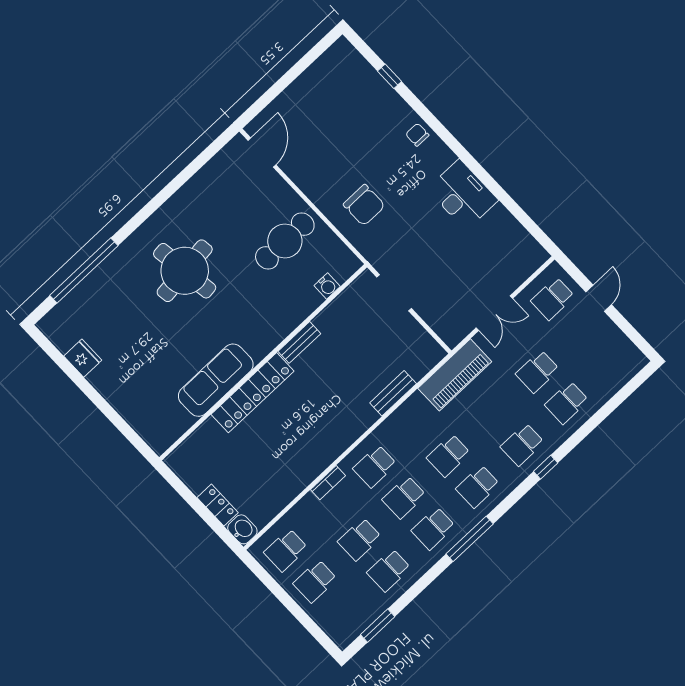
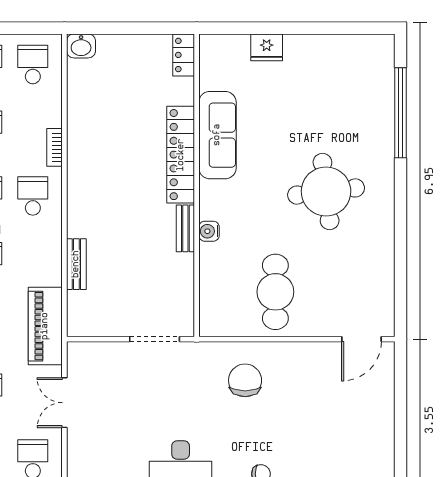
door: (262, 153) -> (361, 339), hinge flipped
chair: (364, 205) -> (245, 380), turned 90
water cooler: (327, 286) -> (209, 231), moved
fridge: (83, 358) -> (267, 47), moved
locker: (218, 505) -> (184, 55), moved, turned 90

